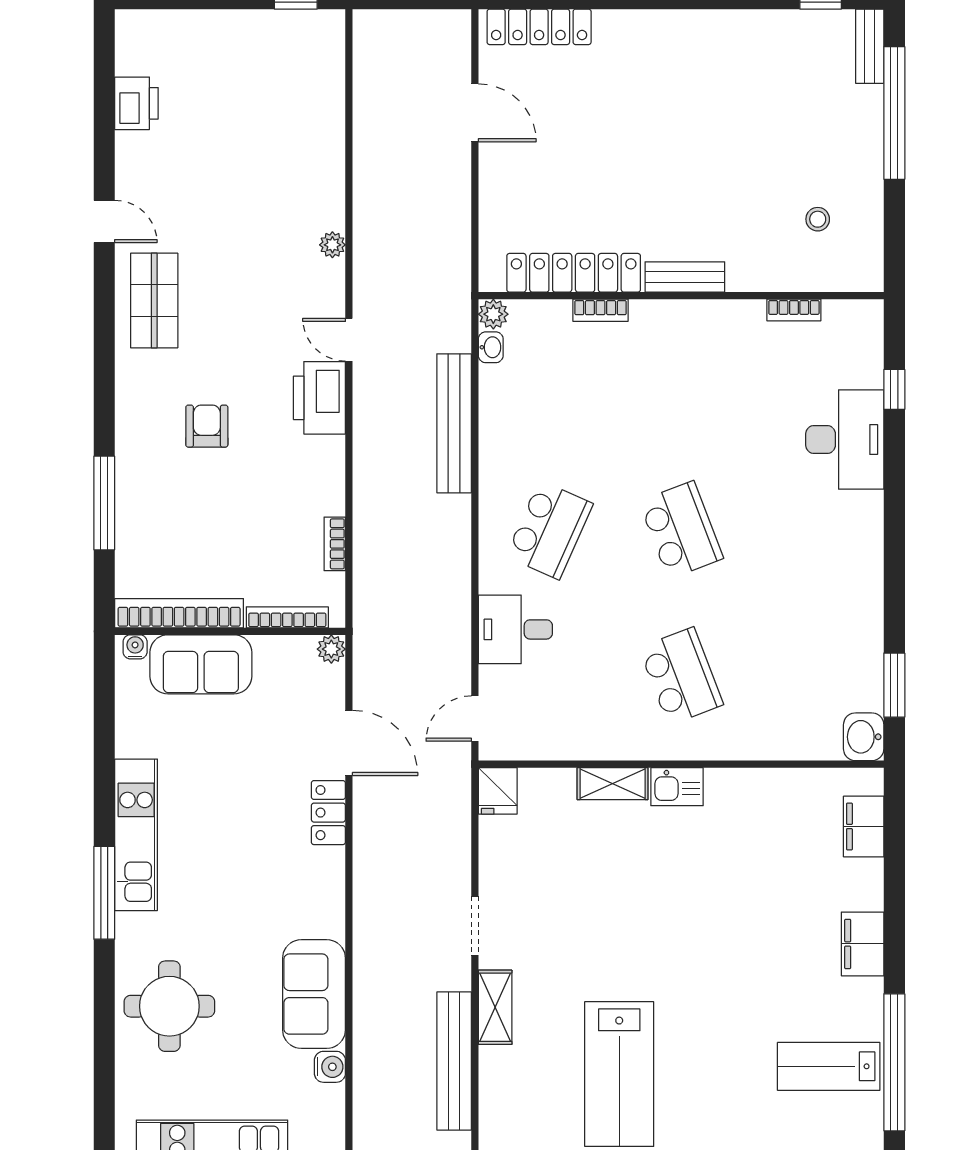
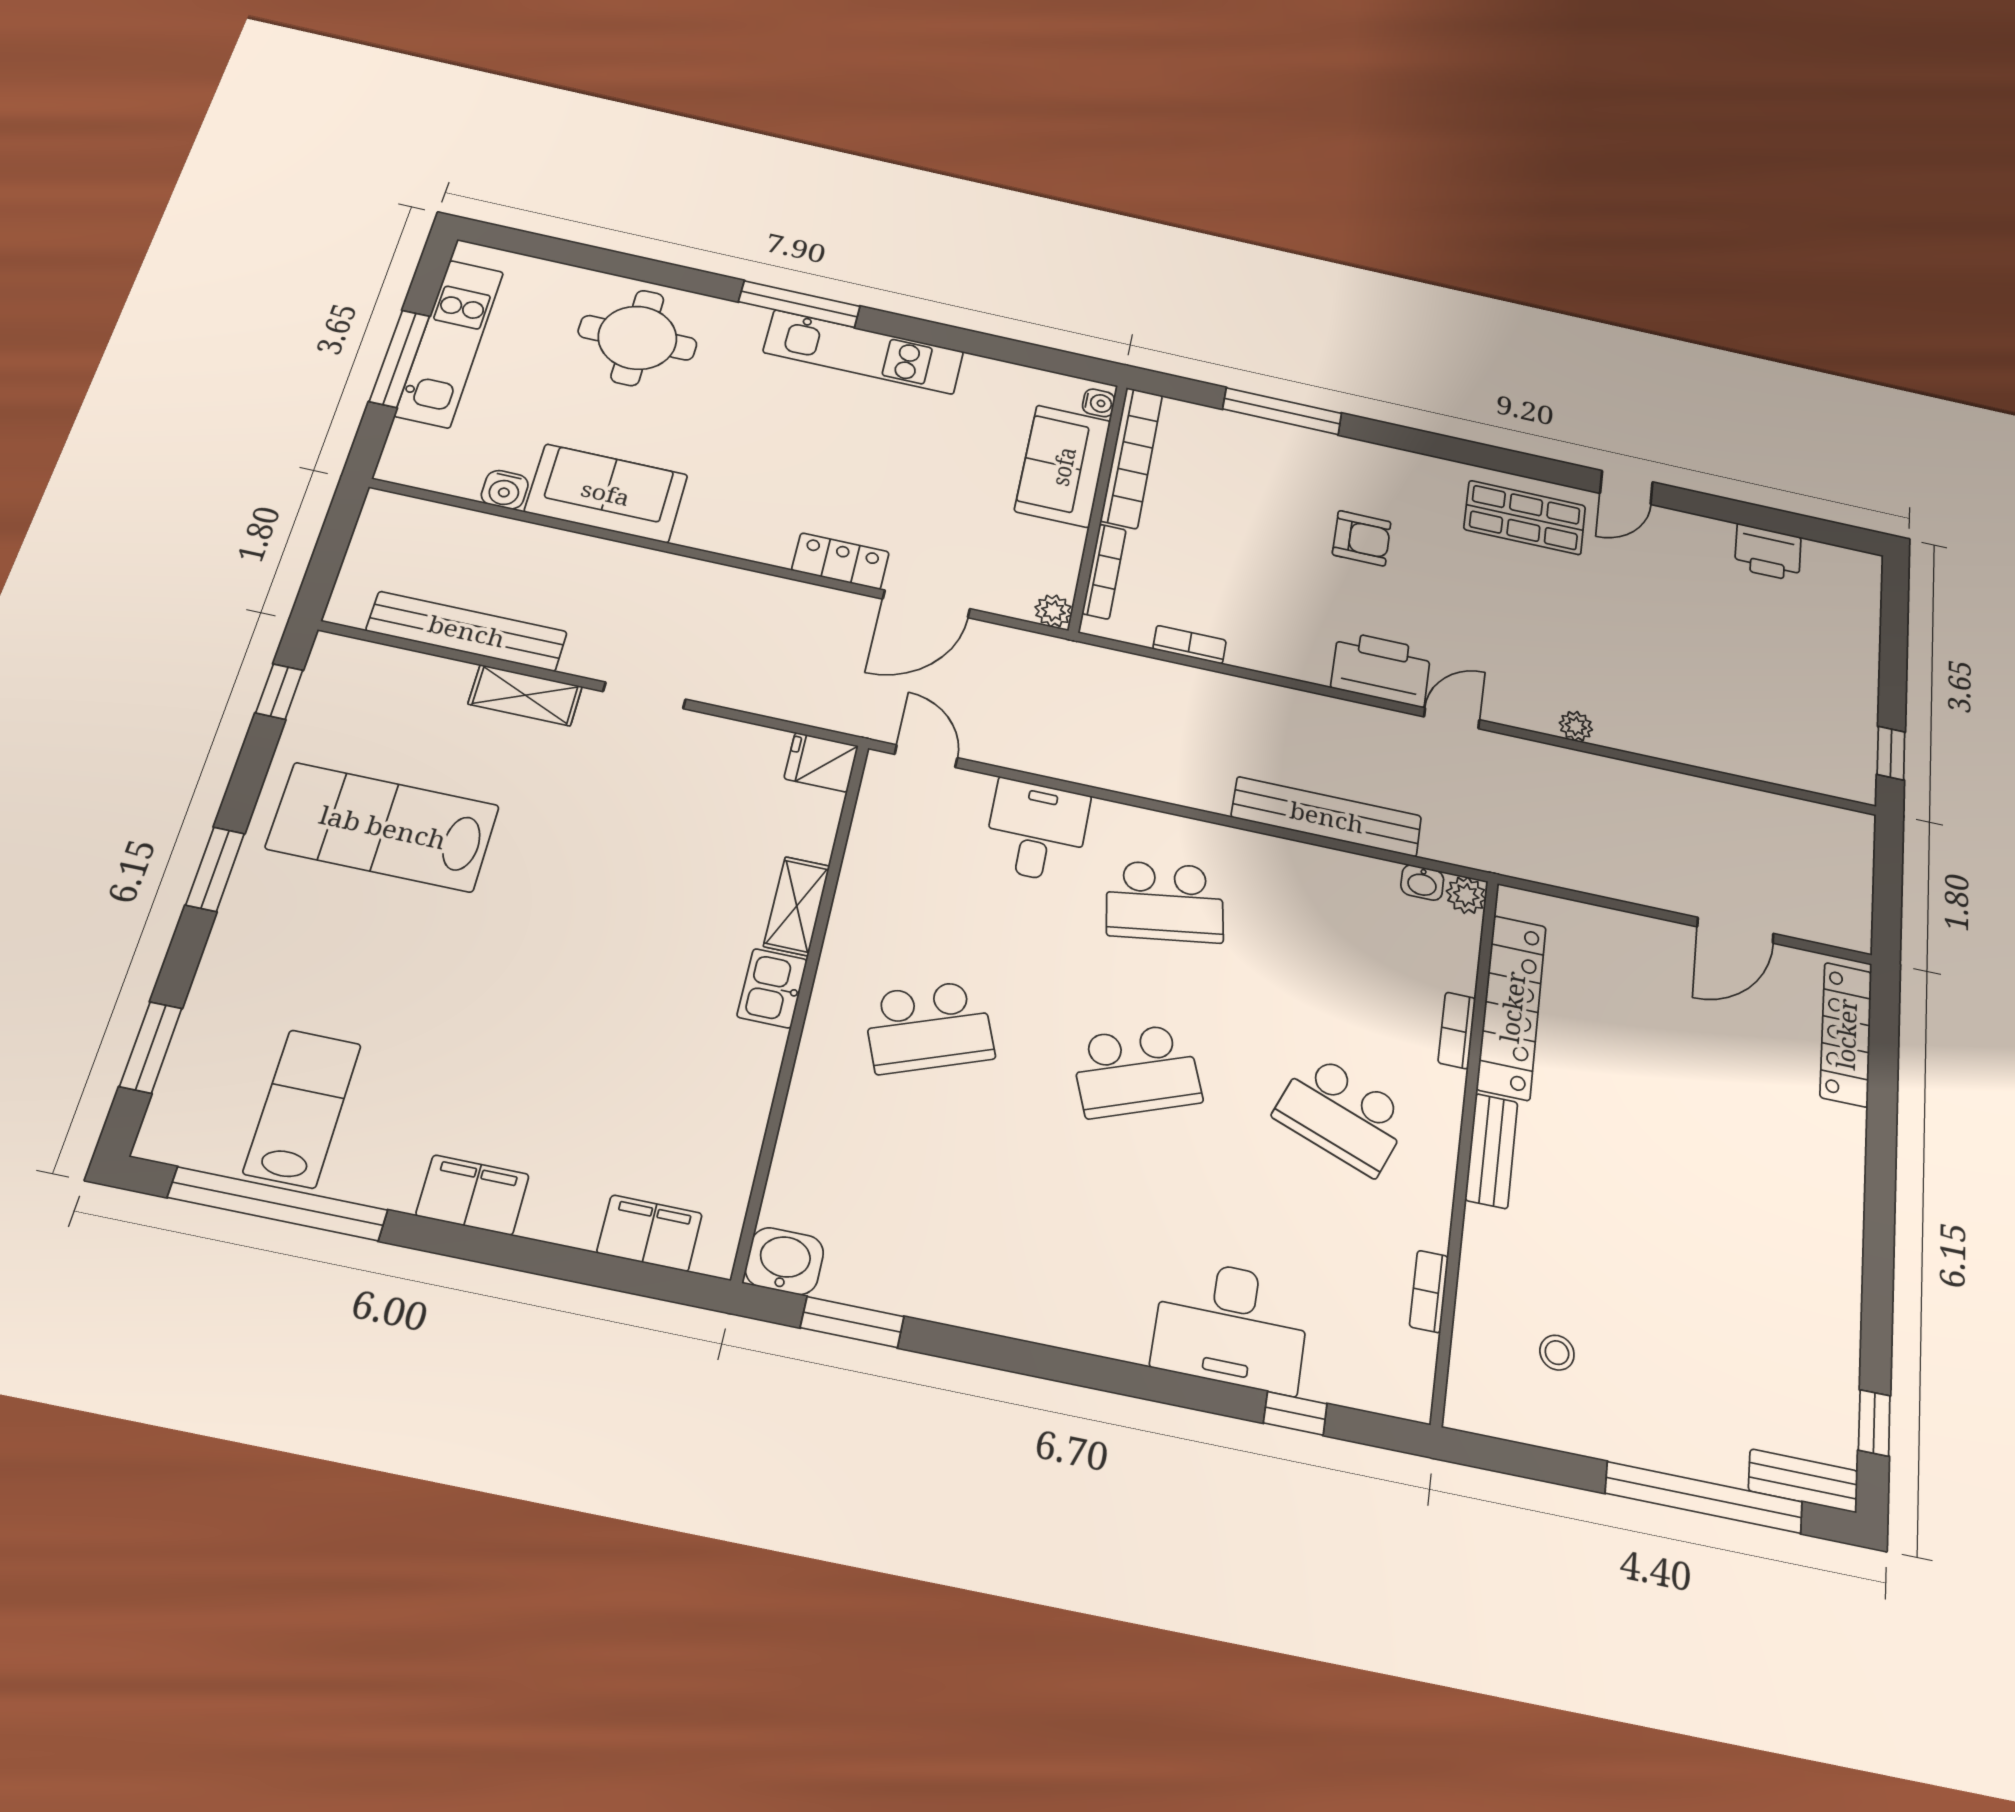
school desk: (681, 384) -> (1342, 1114), added
school desk: (549, 530) -> (1165, 902), turned -33

